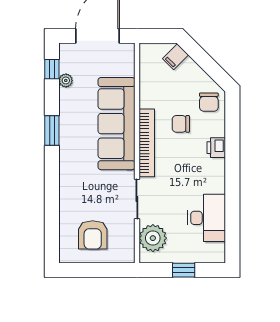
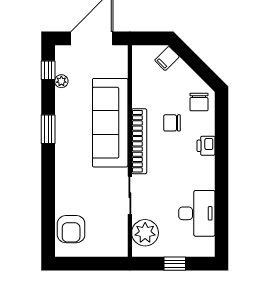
armchair: (93, 235) -> (71, 229), moved

